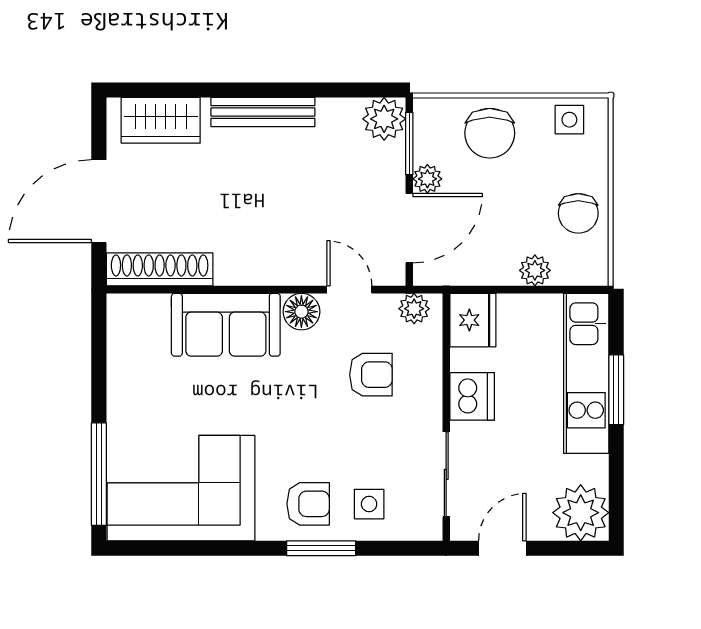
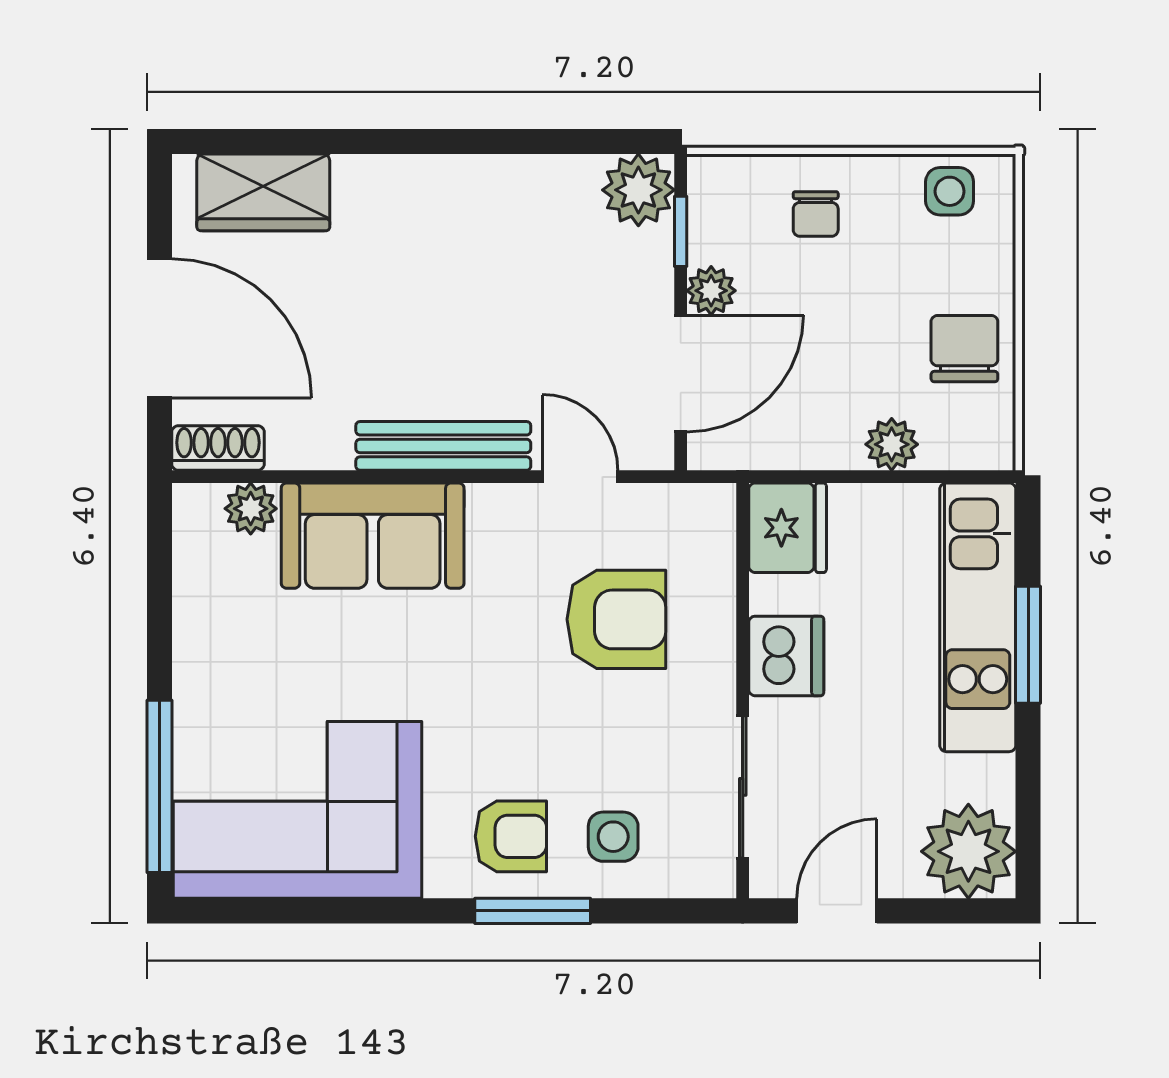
bench: (263, 112) -> (443, 446), moved
chair: (490, 133) -> (816, 214), width x0.54, depth x0.54
window: (409, 144) -> (681, 231), width x0.67
door: (99, 201) -> (160, 328), swing flipped
chair: (578, 213) -> (964, 349), turned 180
shoe rack: (160, 269) -> (218, 448), width x0.51, depth x0.81
plant: (414, 309) -> (251, 509), moved
floor lamp: (301, 312) -> (500, 514), removed
armchair: (371, 375) -> (616, 619), width x1.38, depth x1.38

